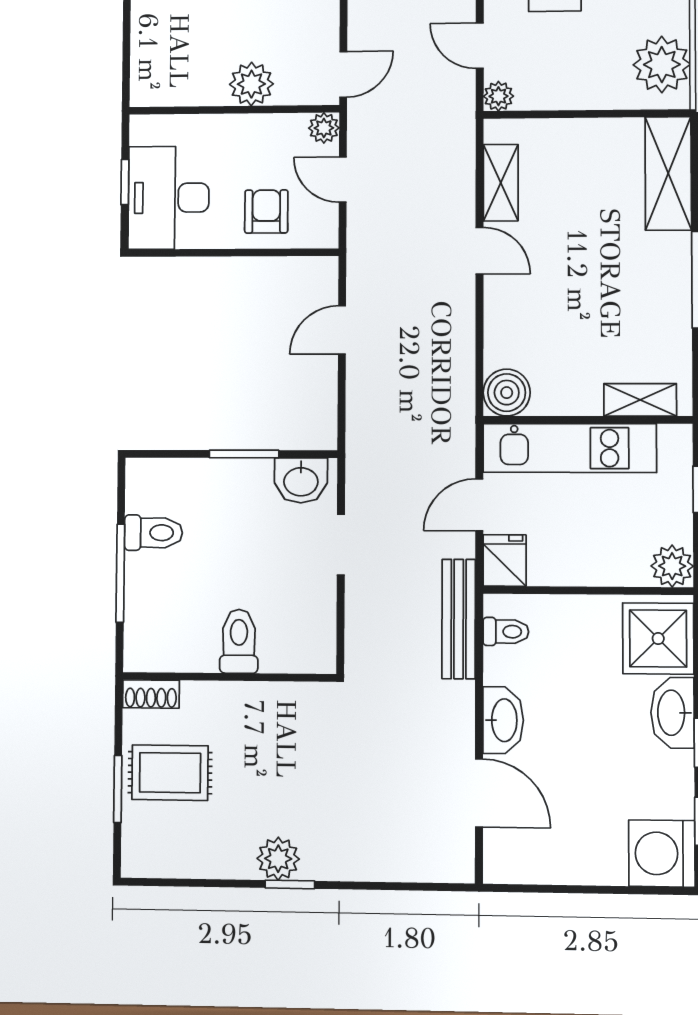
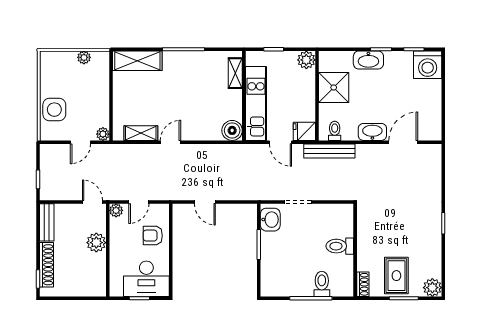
plant: (662, 65) -> (84, 57), width x0.53, depth x0.53
toilet: (153, 533) -> (322, 284), moved
shower: (658, 639) -> (334, 88), moved
plant: (278, 859) -> (432, 288), moved

